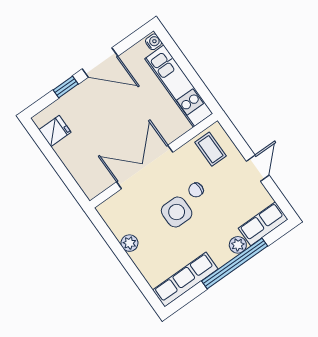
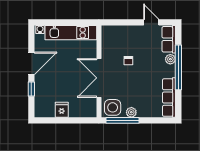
fridge: (55, 131) -> (62, 110), moved
coffee table: (211, 149) -> (113, 39), removed
door: (258, 168) -> (151, 22), moved
side table: (177, 212) -> (113, 107), moved
window: (110, 239) -> (123, 120), added

